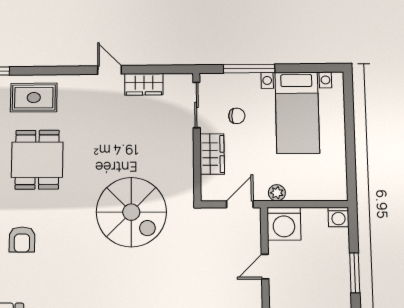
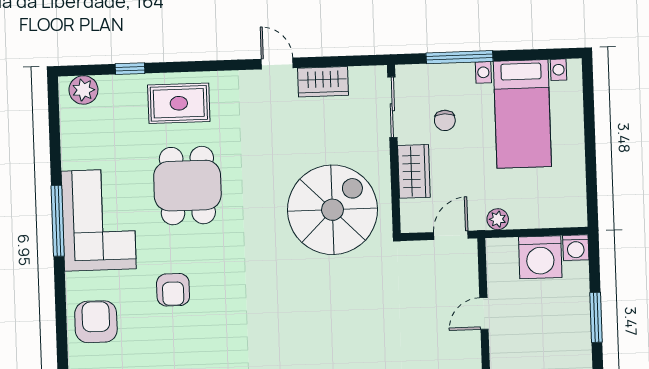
chair: (237, 116) -> (445, 120), turned 90
spiral stairs: (131, 212) -> (333, 210), moved, turned -90
washing machine: (284, 224) -> (540, 257), moved

